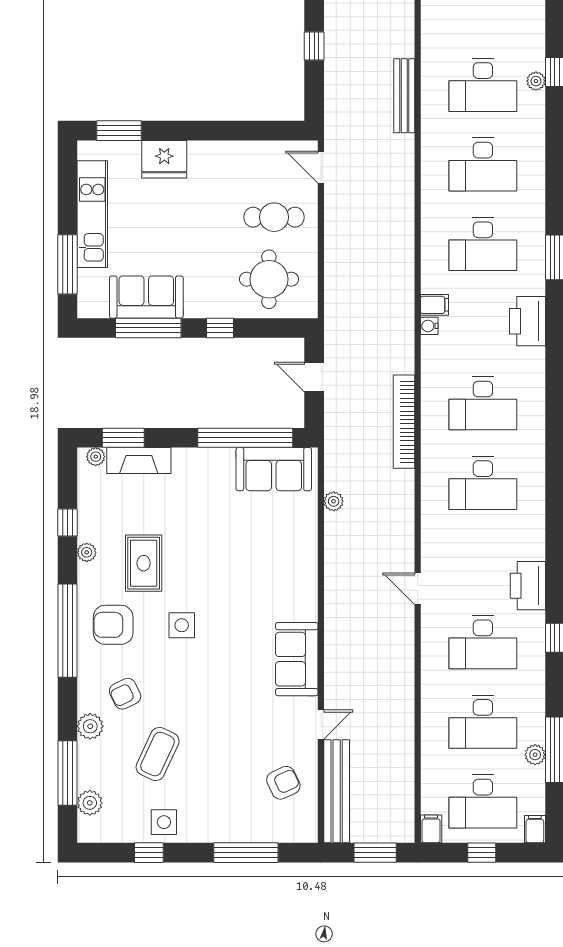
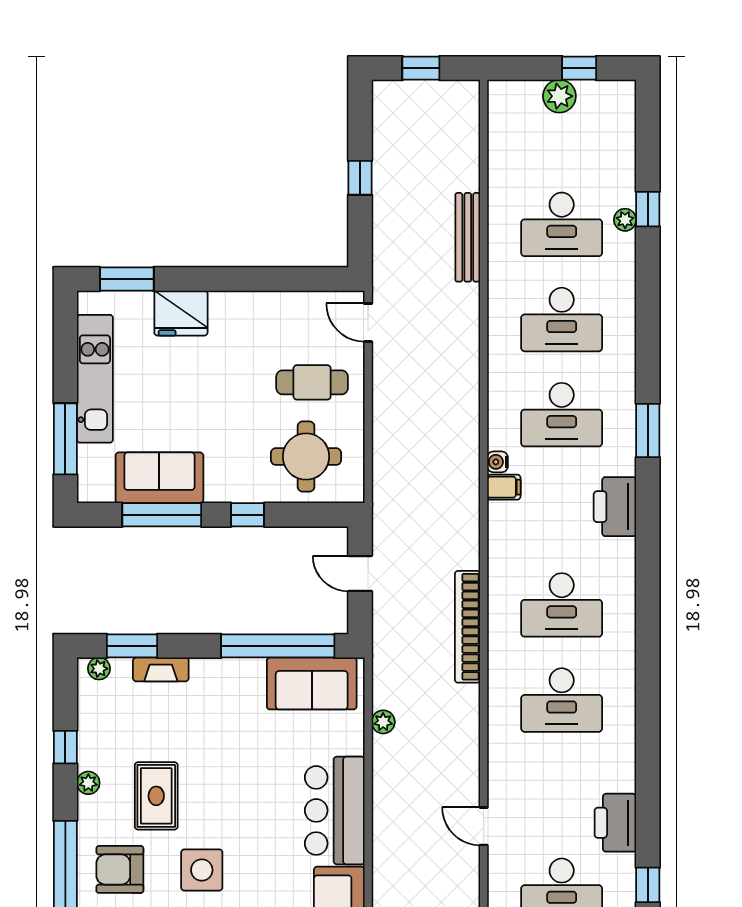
water cooler: (429, 326) -> (498, 462), moved
fireplace: (139, 461) -> (161, 669), width x0.73, depth x0.76
bar counter: (293, 575) -> (335, 810), added
side table: (182, 625) -> (202, 870), width x1.37, depth x1.37

